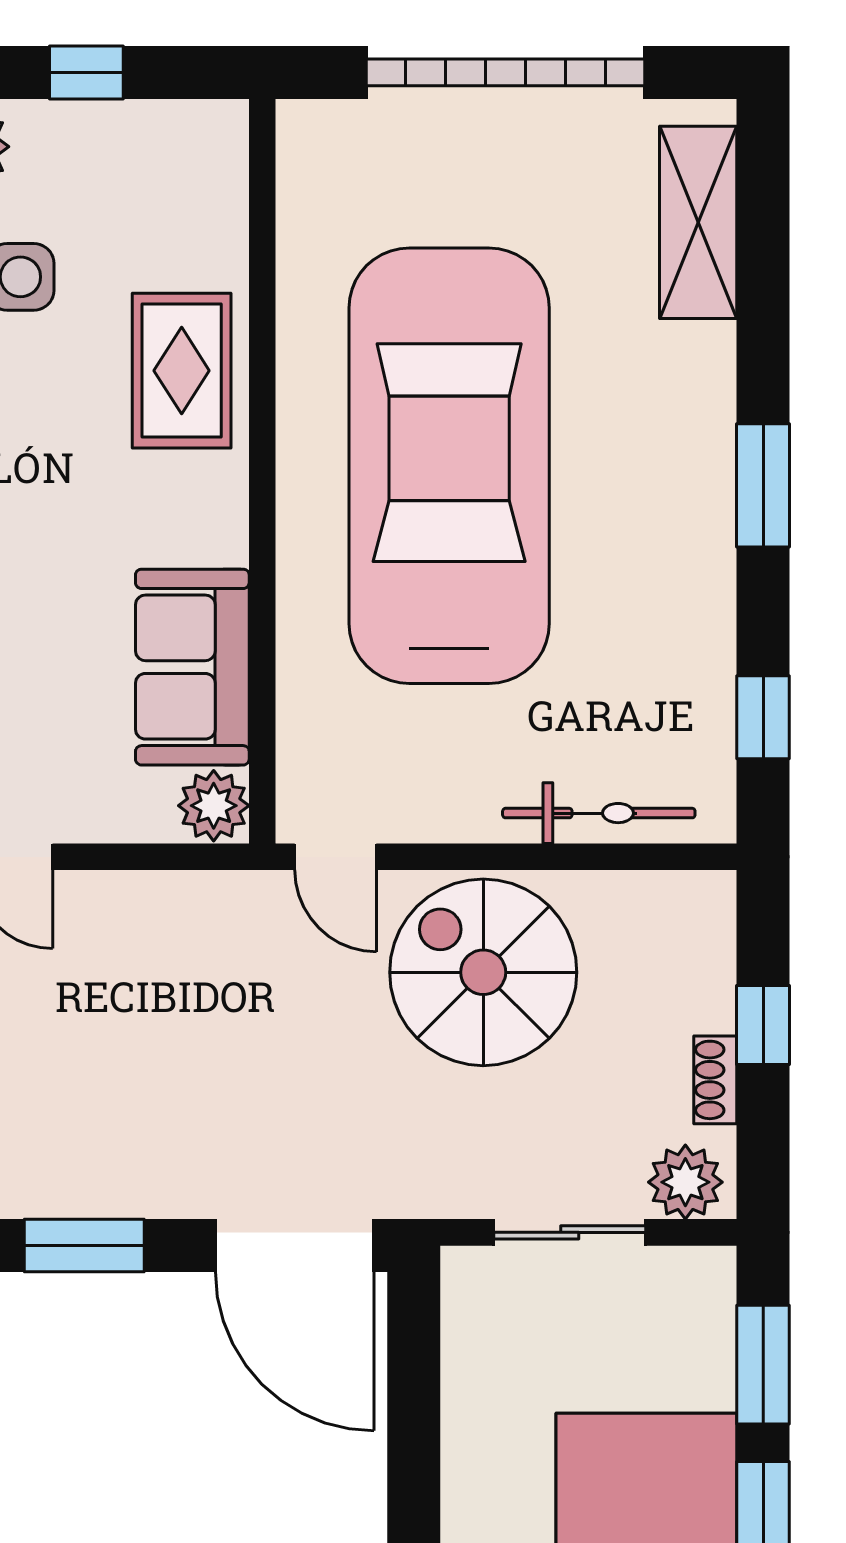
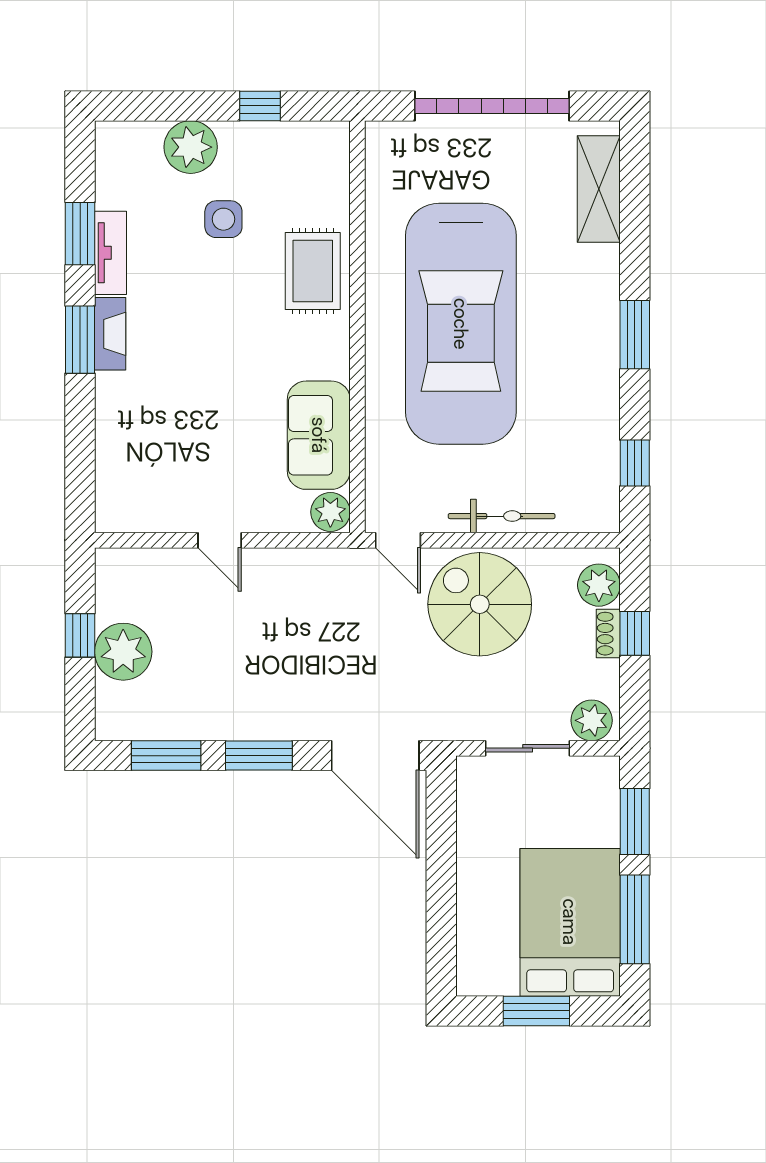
car: (449, 466) -> (461, 324), turned 180
bicycle: (599, 813) -> (502, 516), moved
plant: (698, 938) -> (599, 585), added
shoe rack: (715, 1080) -> (608, 634), moved

